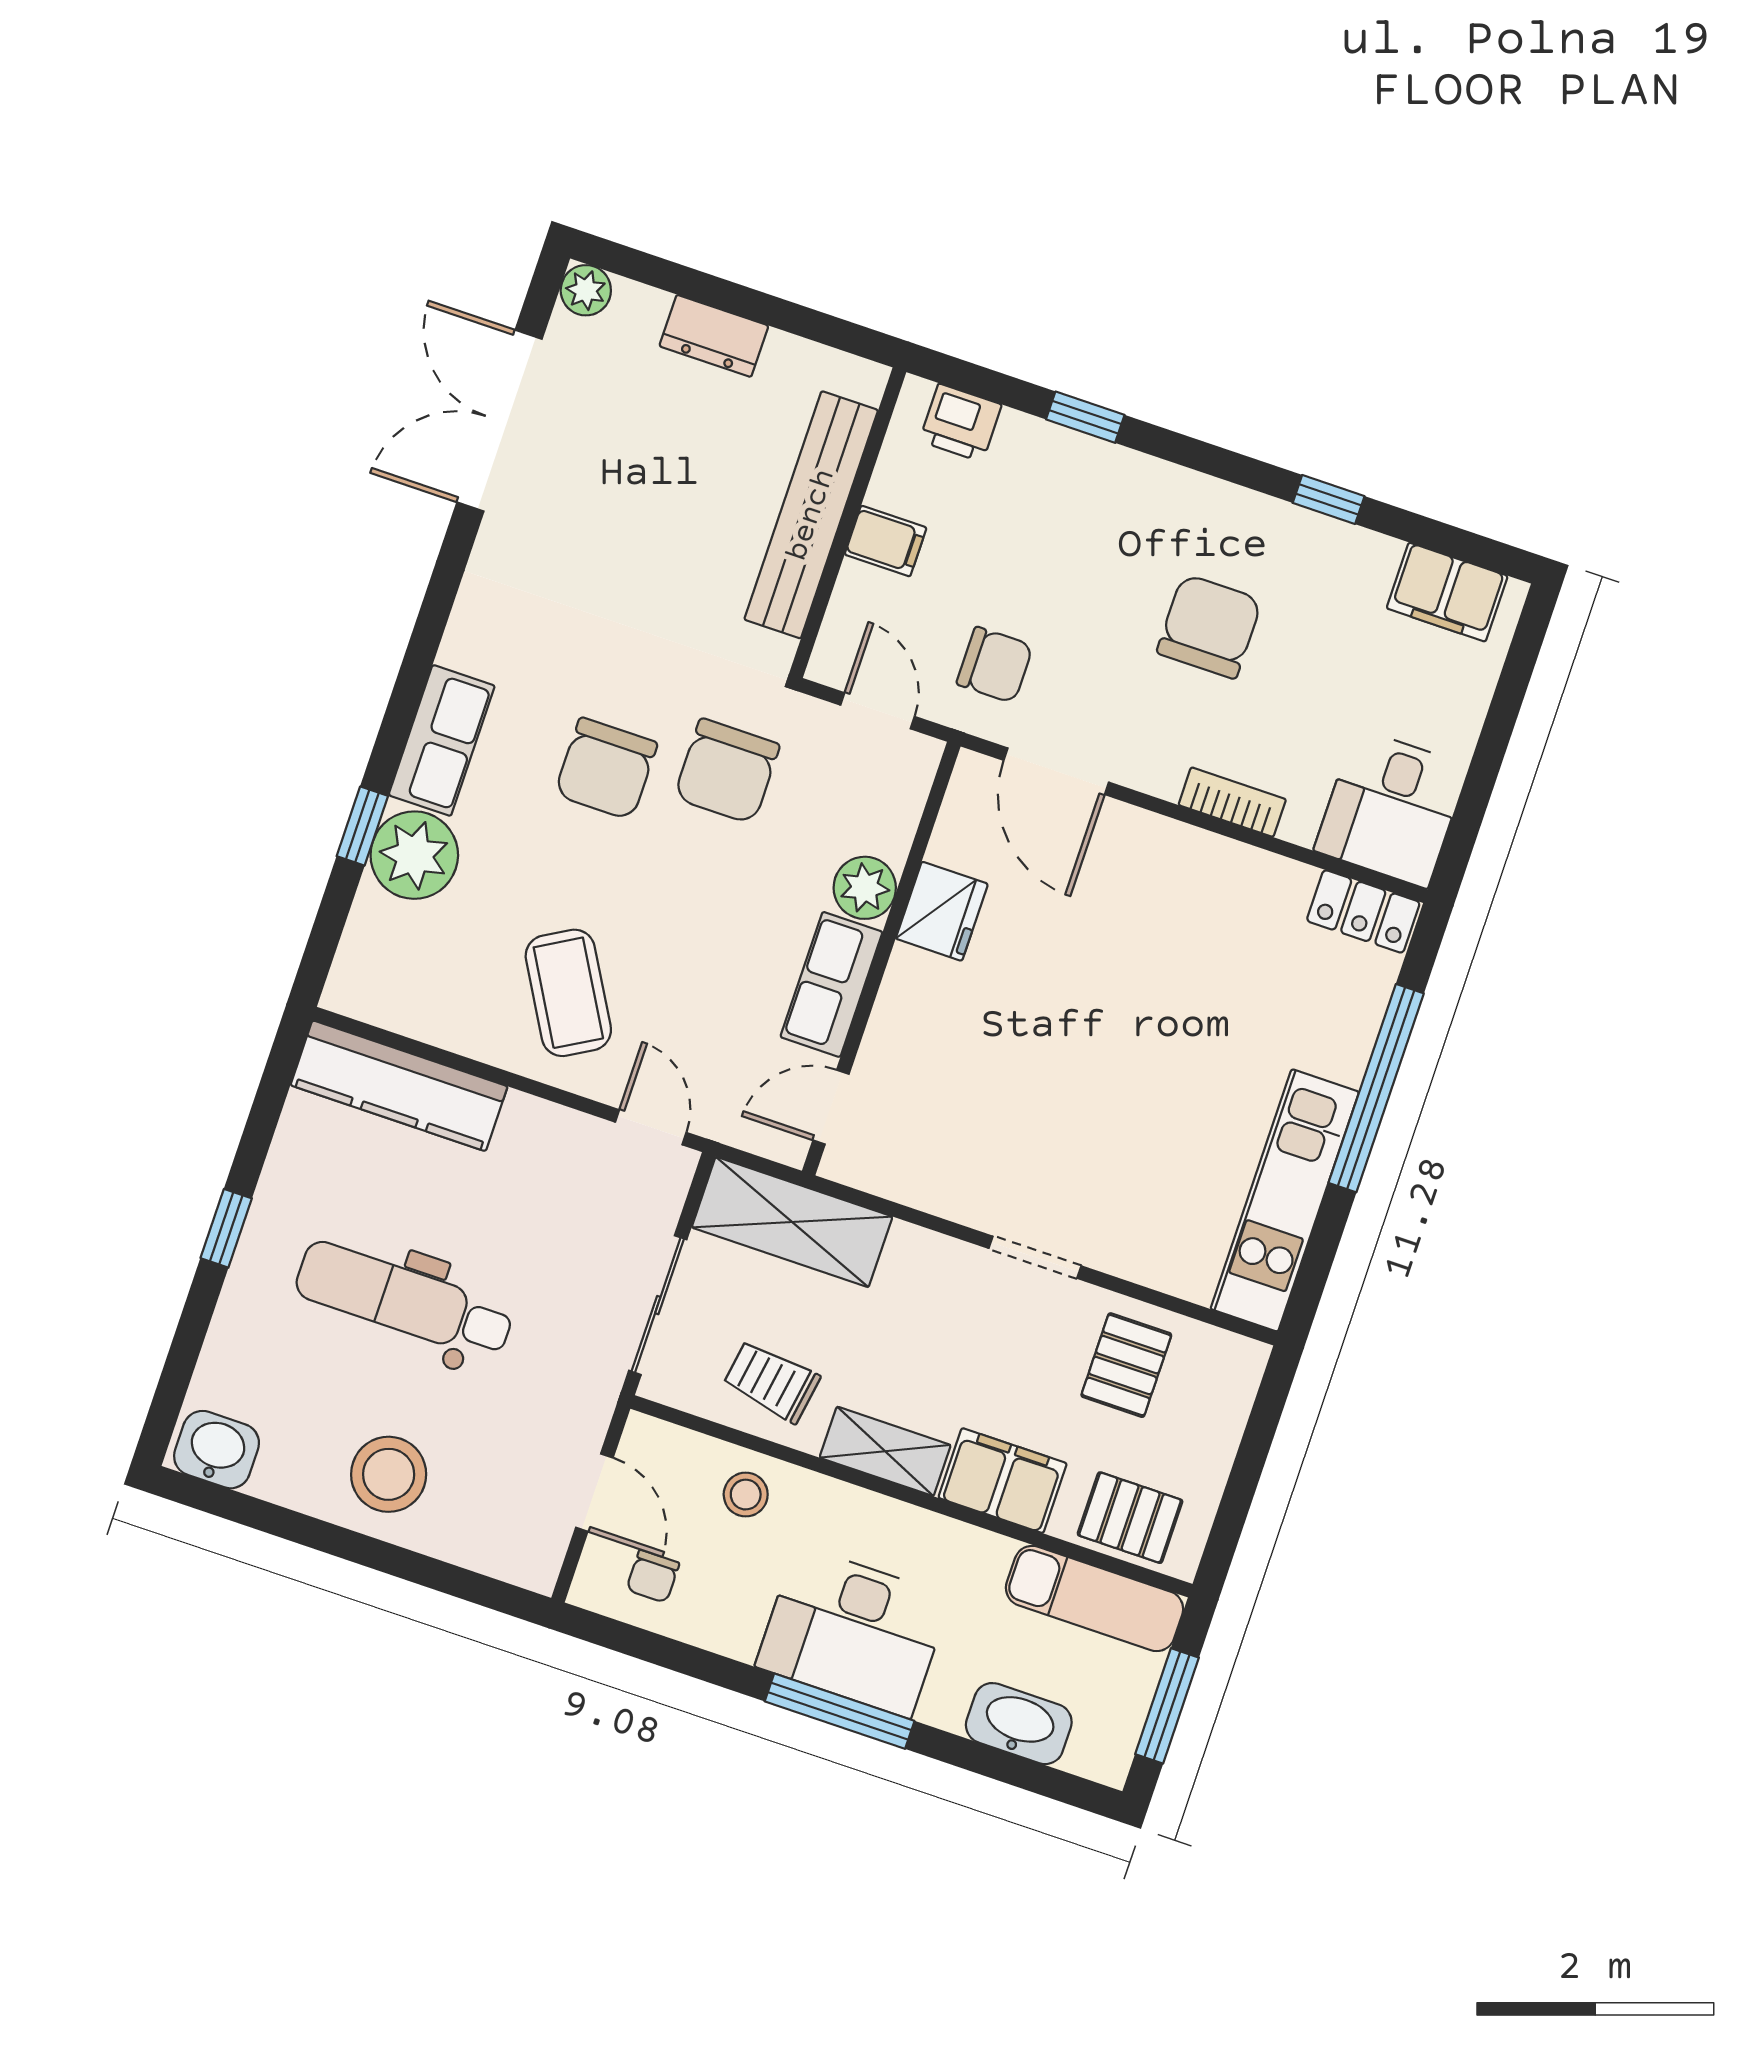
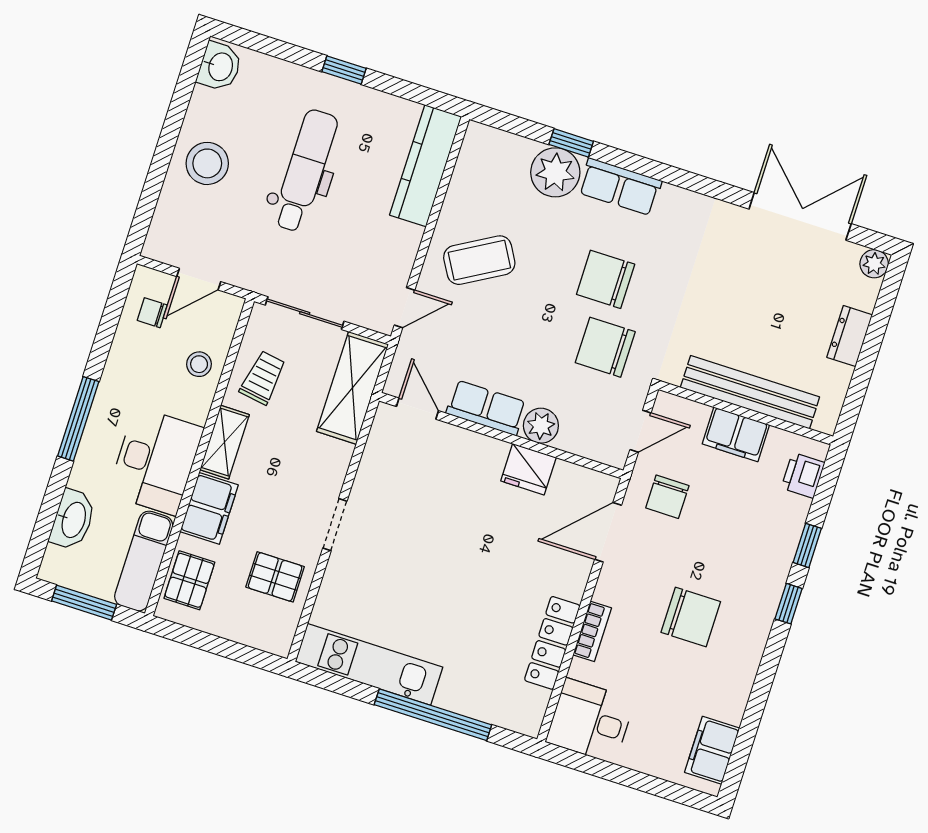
window: (1329, 499) -> (789, 604), moved
filing cabinet: (886, 541) -> (736, 434), width x2.00
locker: (1363, 911) -> (552, 643), moved, width x1.53
desk: (853, 1631) -> (156, 461), moved, turned 180

